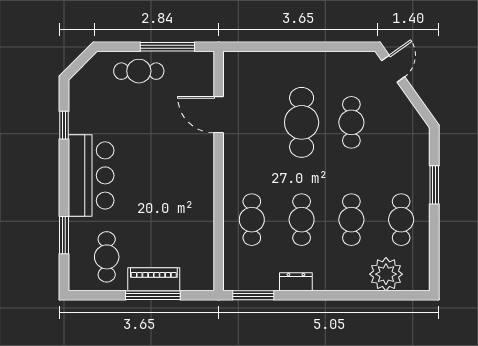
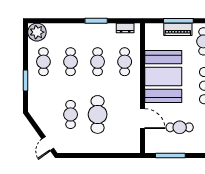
cafe table: (139, 71) -> (180, 127), moved
booth: (181, 192) -> (163, 76), added
plant: (386, 274) -> (37, 32), moved
dresser: (296, 282) -> (125, 28), moved
window: (253, 295) -> (96, 21), moved

